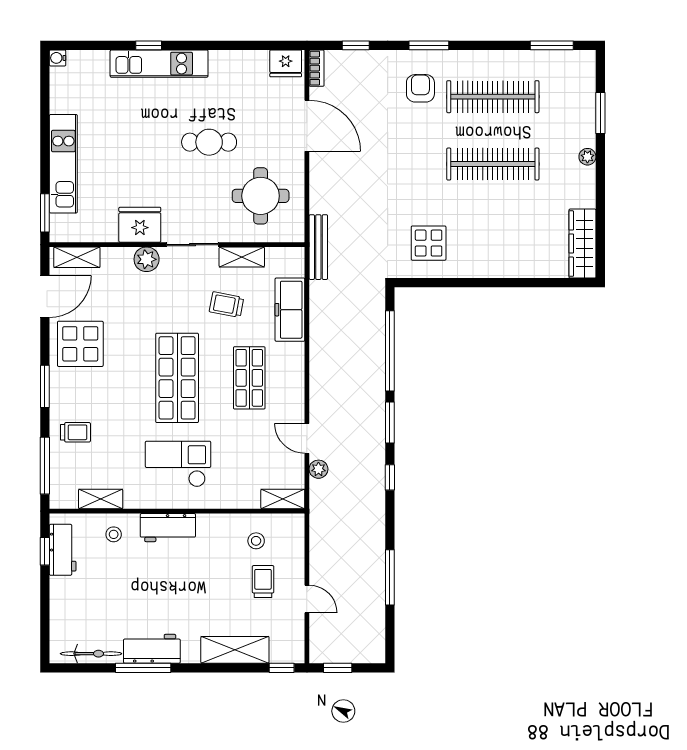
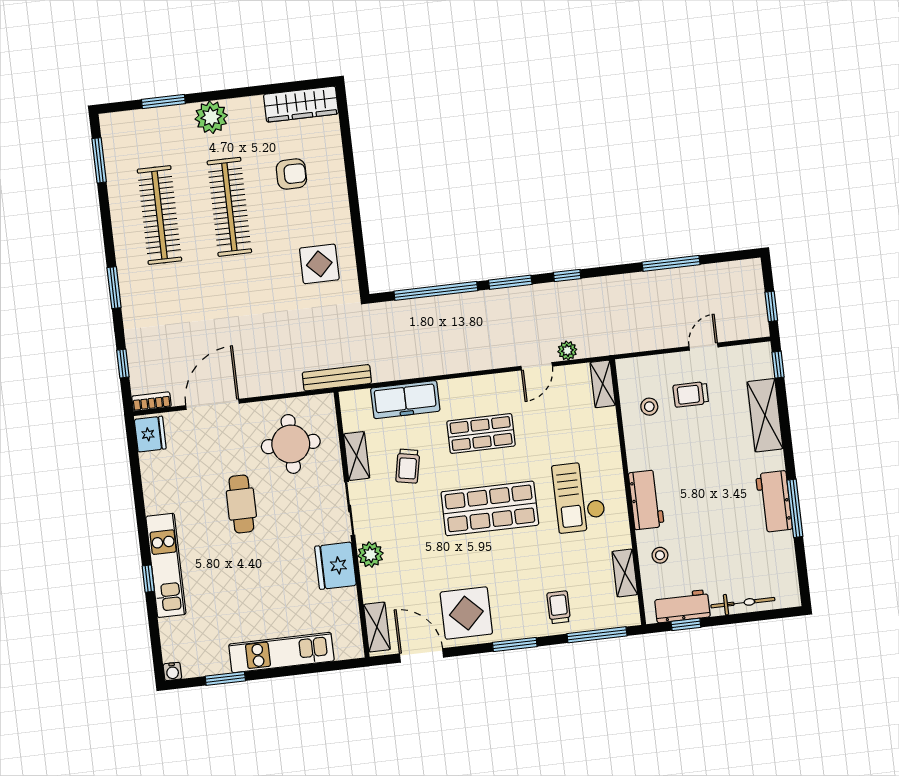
armchair: (420, 88) -> (291, 174), moved, turned 180
plant: (587, 157) -> (211, 117), width x1.88, depth x1.88
window: (45, 213) -> (225, 678), moved
bicycle: (91, 654) -> (743, 603), moved, turned 90

